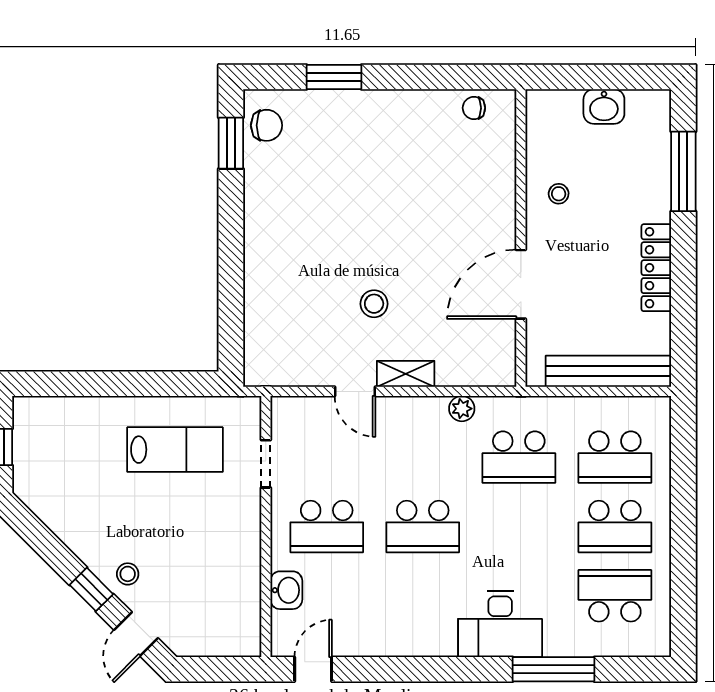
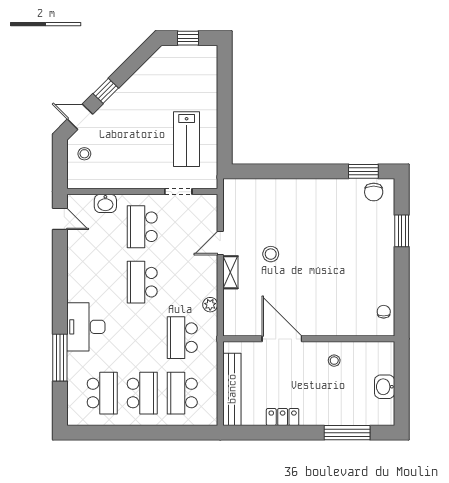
locker: (656, 268) -> (283, 417), width x0.66
school desk: (615, 526) -> (142, 393), turned 180
stool: (128, 574) -> (84, 154), moved

